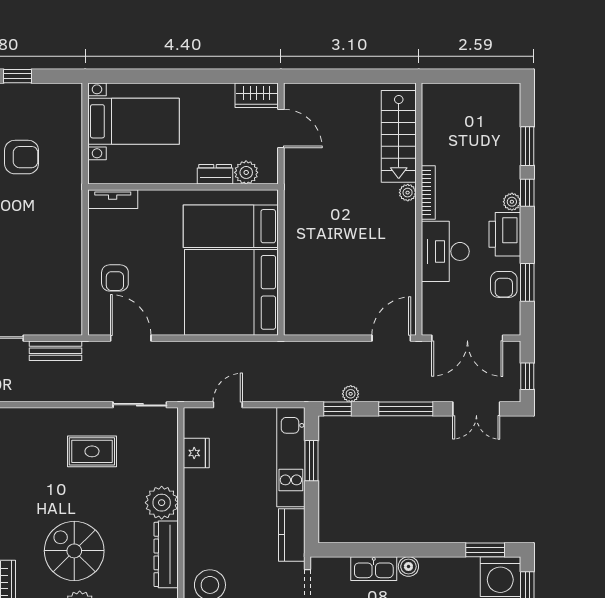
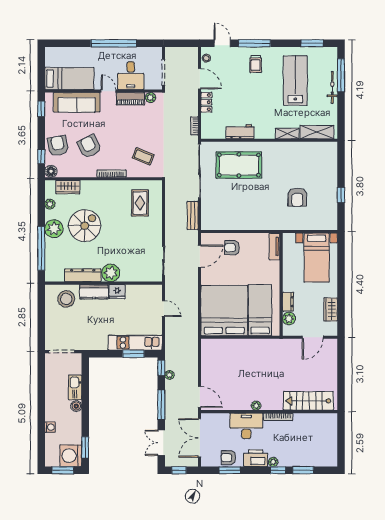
wardrobe: (257, 95) -> (331, 309), moved
plant: (408, 193) -> (256, 406), moved
rug: (92, 451) -> (140, 203), moved
fridge: (196, 453) -> (117, 292), moved
kitchen counter: (292, 535) -> (94, 292), moved, turned 180

